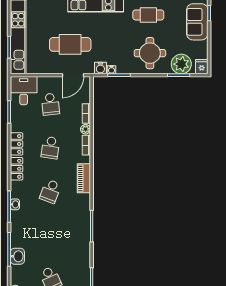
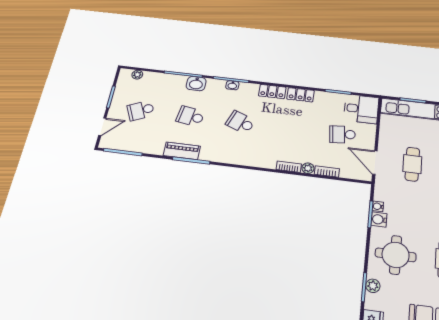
cafe table: (70, 44) -> (412, 164), width x0.73, depth x0.74
plant: (181, 64) -> (373, 286), width x0.53, depth x0.53
water cooler: (100, 68) -> (379, 219), moved
school desk: (50, 148) -> (190, 116), moved
piano: (84, 178) -> (182, 151), moved
washbasin: (17, 256) -> (196, 84), moved

